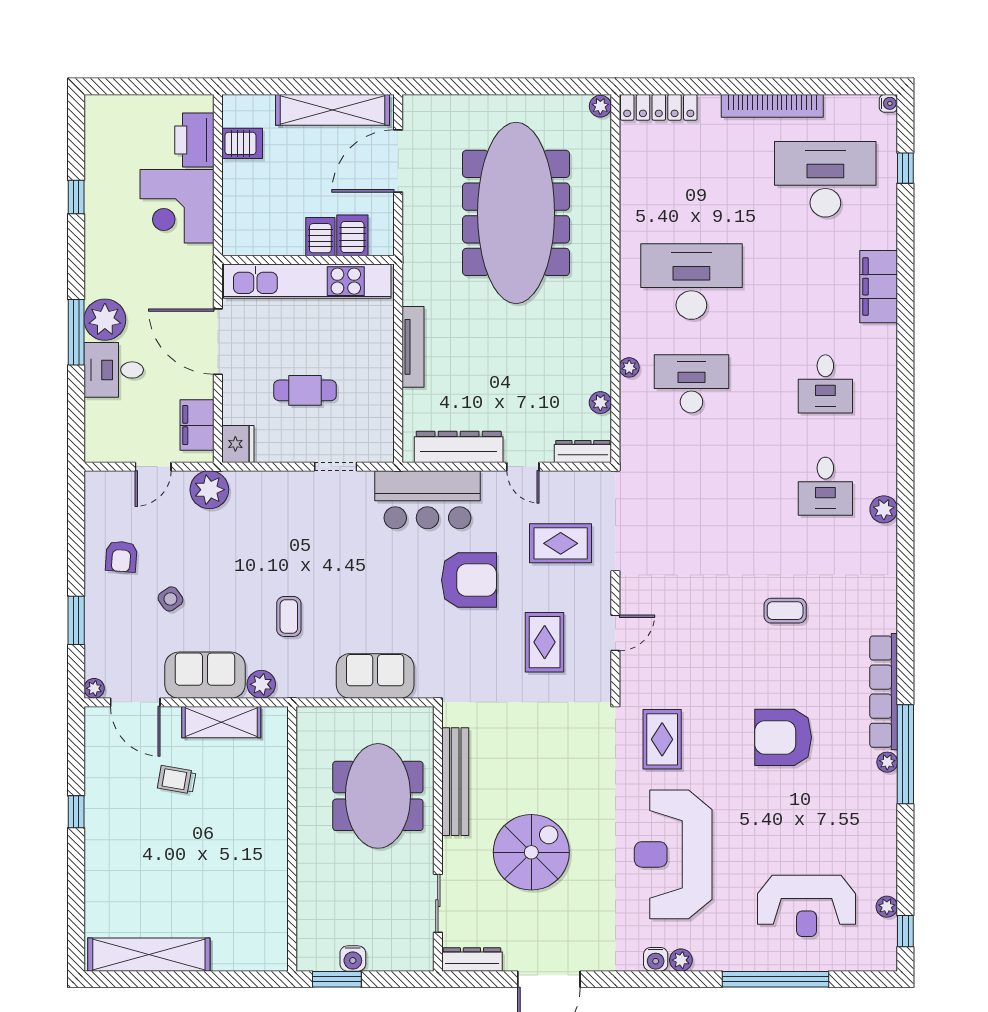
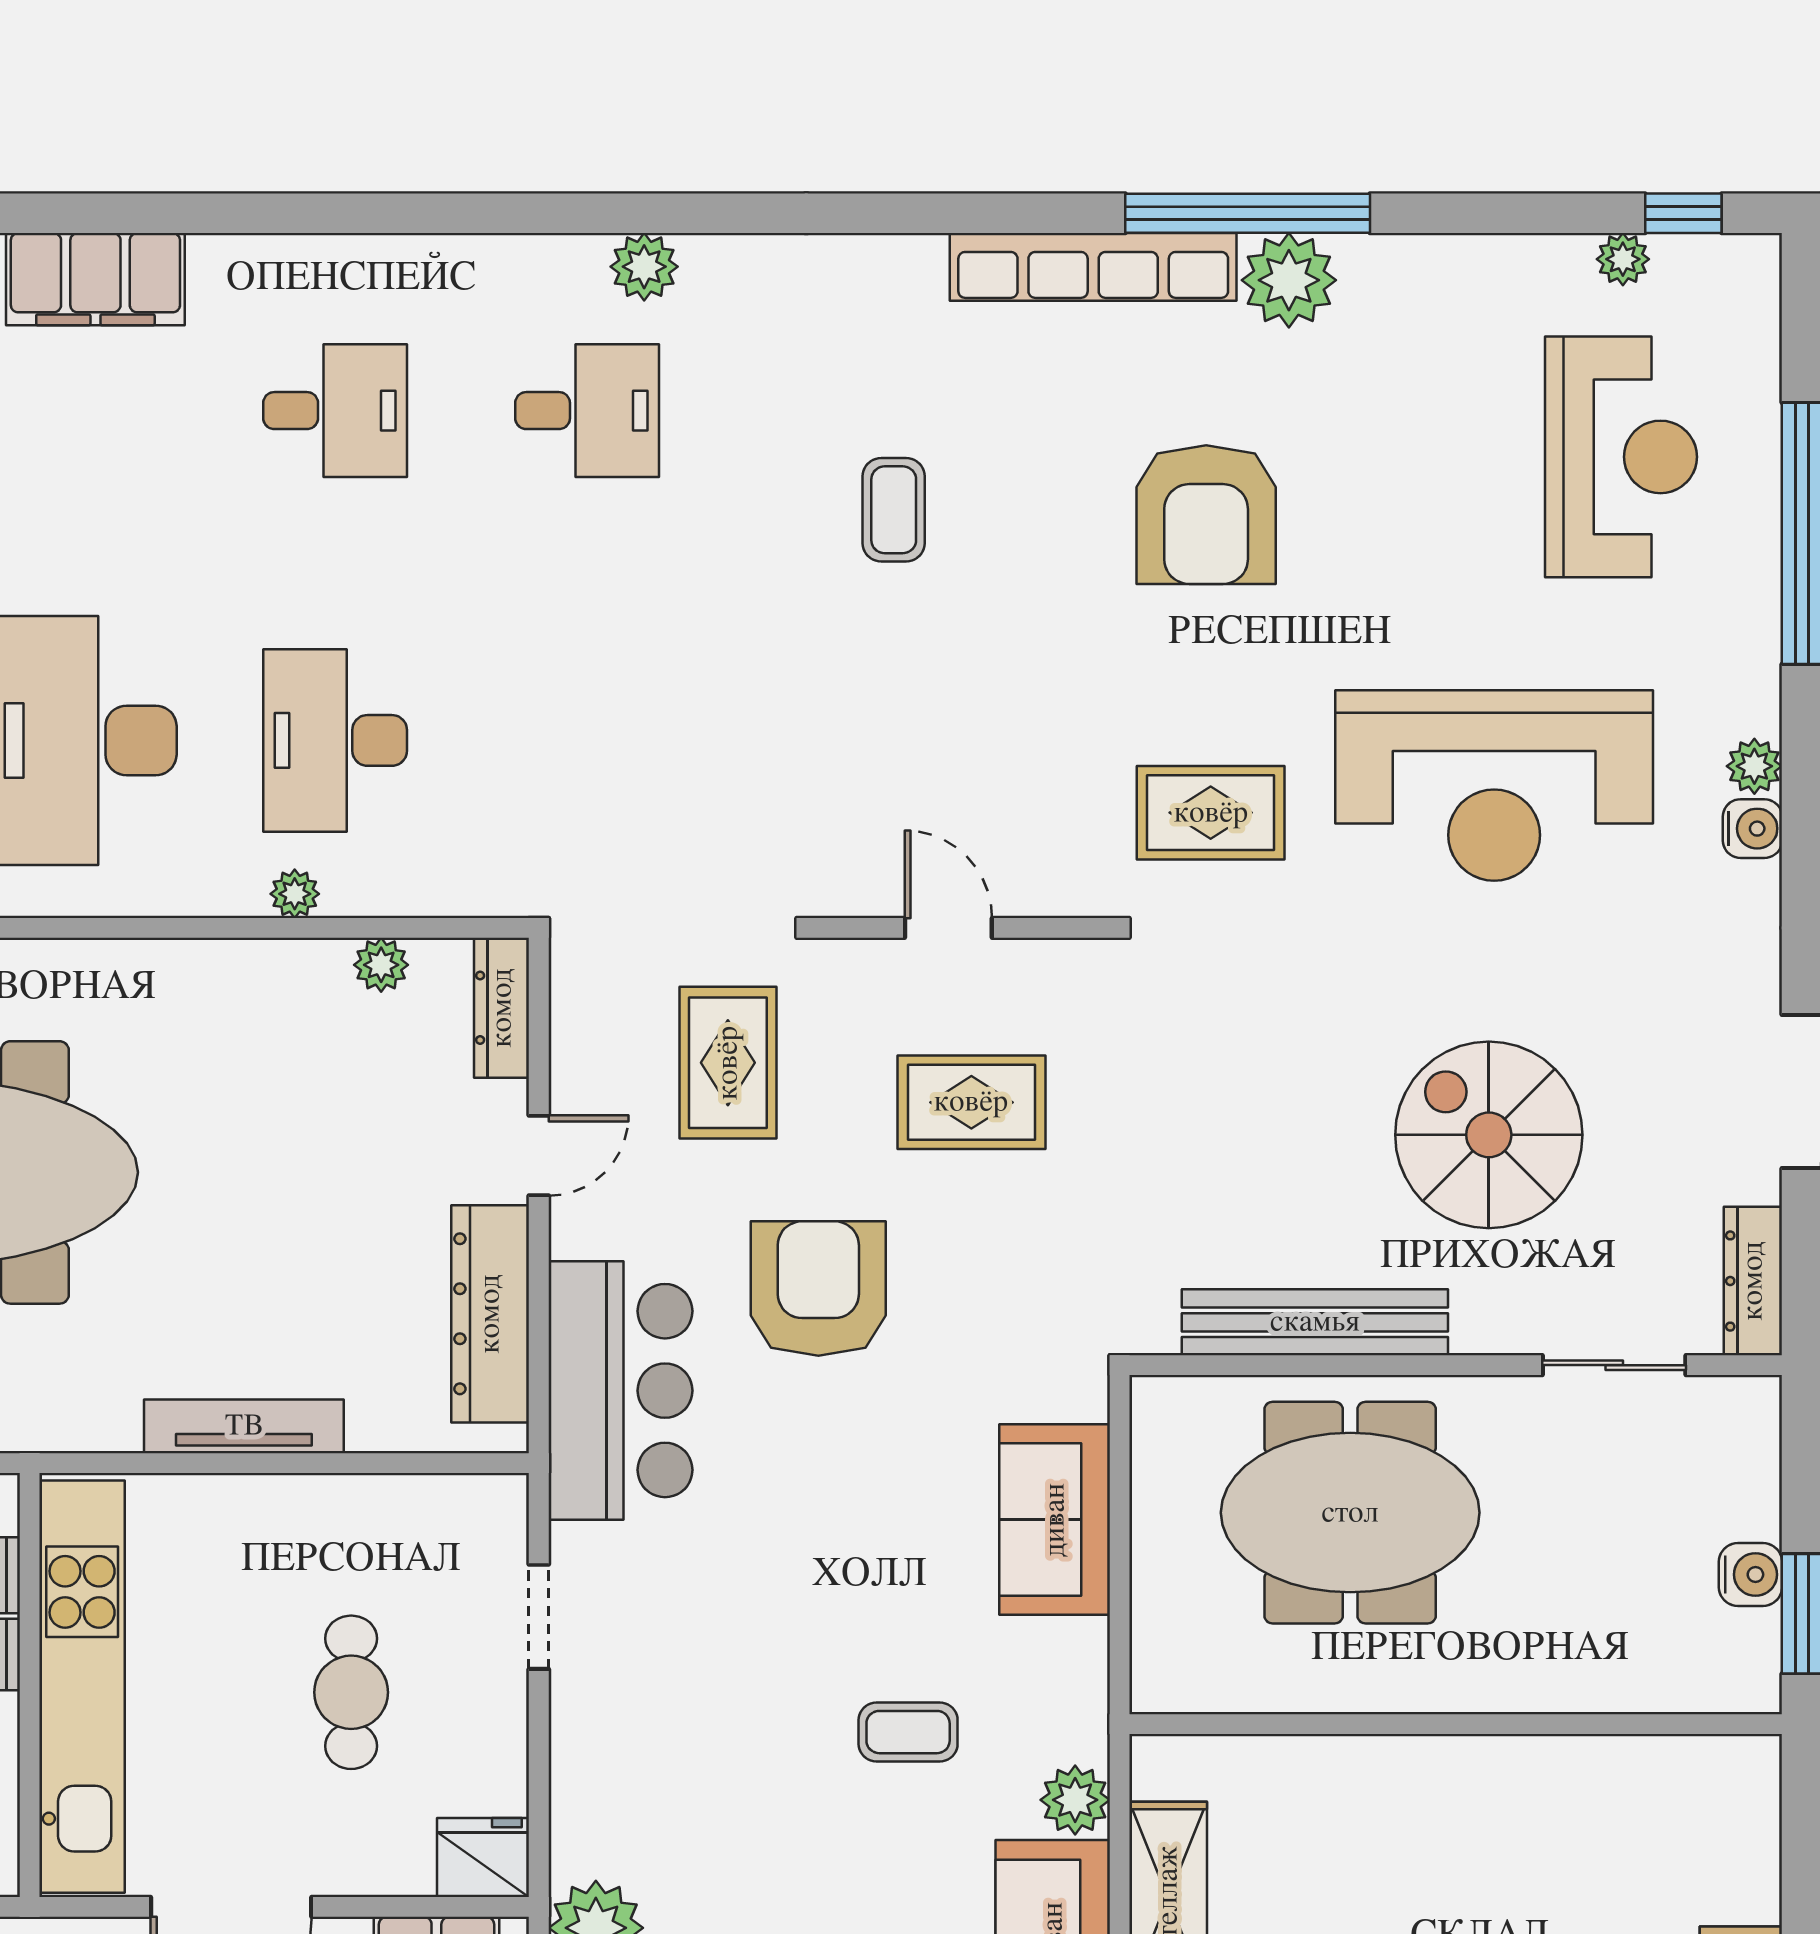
plant: (887, 762) -> (1289, 280), width x1.87, depth x1.87

